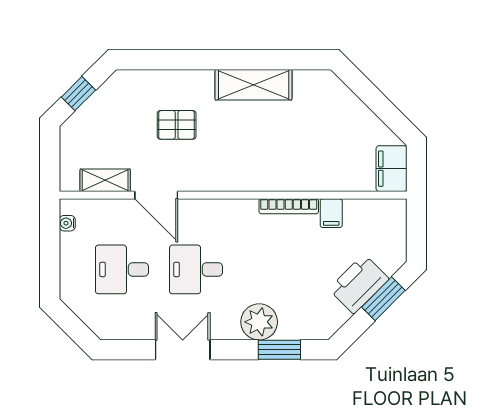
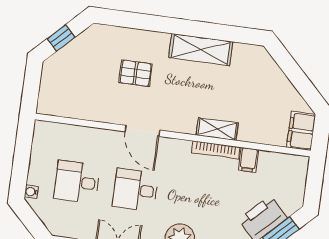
shelving: (105, 180) -> (217, 129), moved
door: (156, 195) -> (142, 131), moved
water cooler: (67, 223) -> (31, 192), moved

